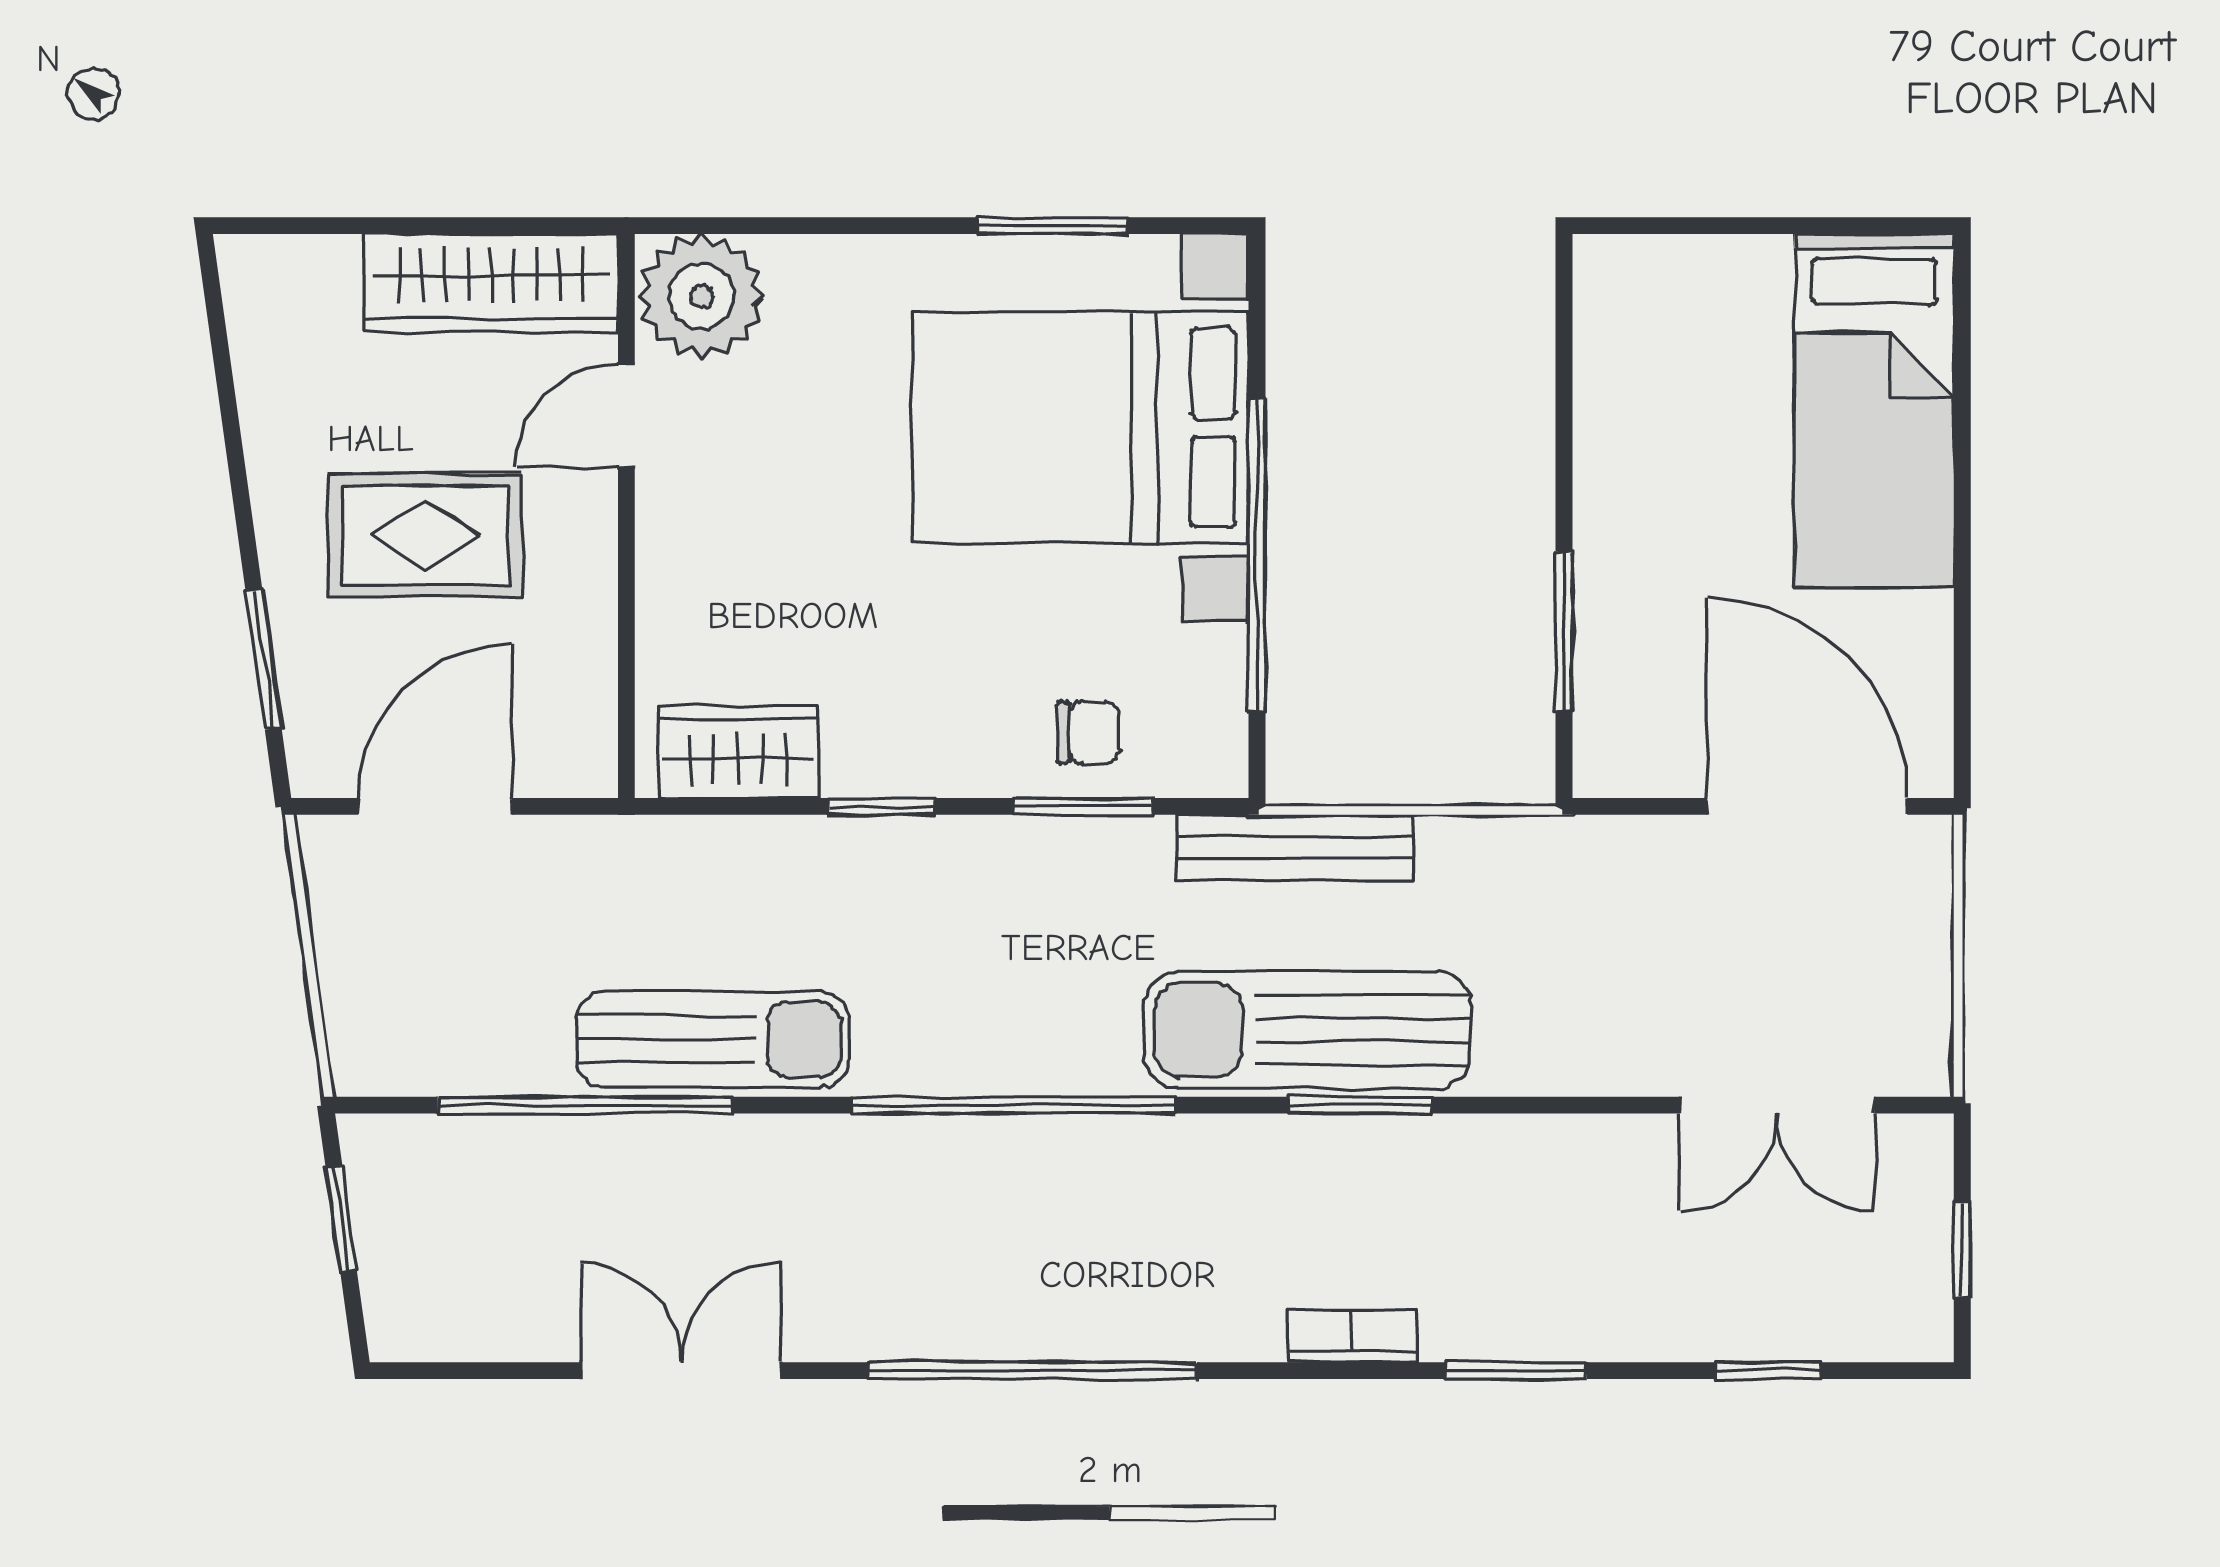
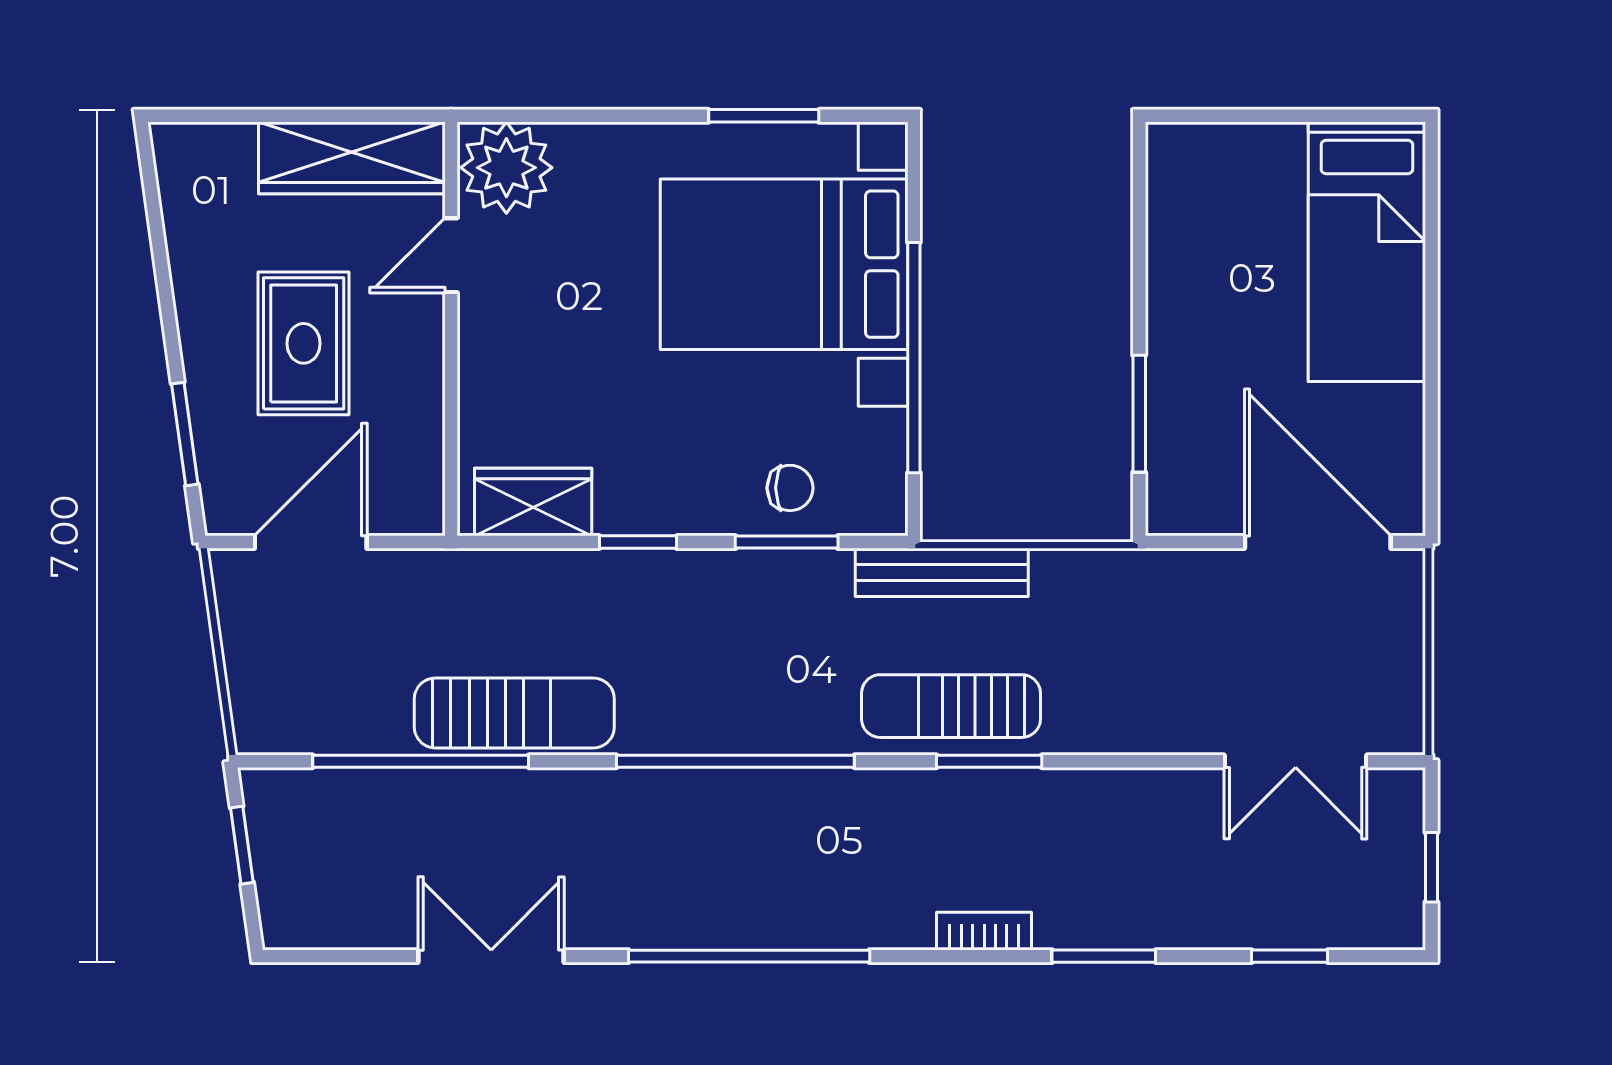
rug: (425, 536) -> (304, 343), turned 90
sun lounger: (1308, 1030) -> (951, 706), width x0.73, depth x0.75

